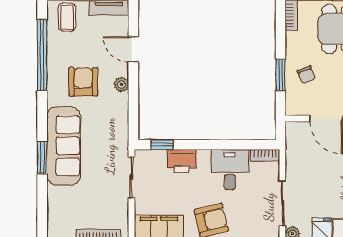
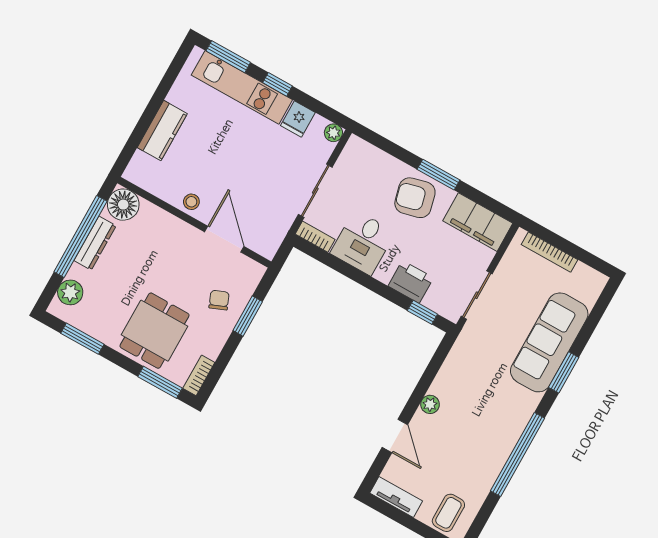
window: (42, 55) -> (518, 455), moved
armchair: (83, 82) -> (471, 431), removed
sofa: (64, 146) -> (549, 342), moved
sliding door: (282, 203) -> (315, 191), moved

